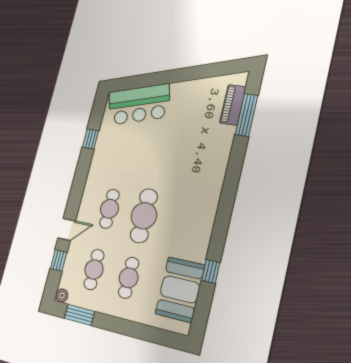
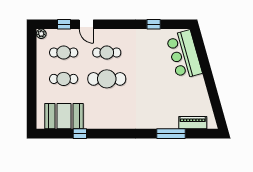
window: (246, 115) -> (171, 134), moved
window: (79, 315) -> (32, 50), removed

